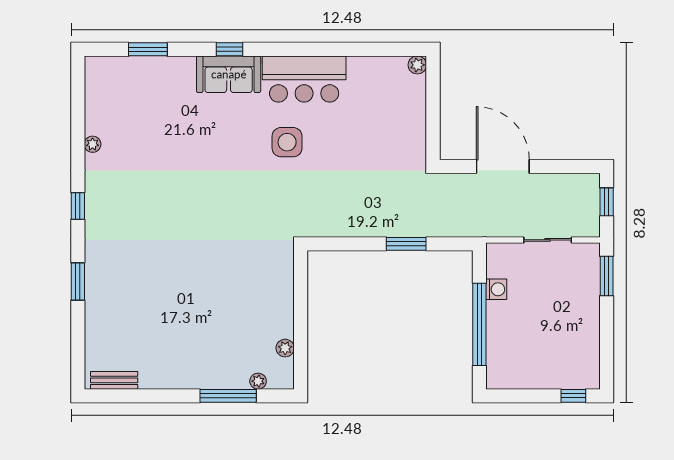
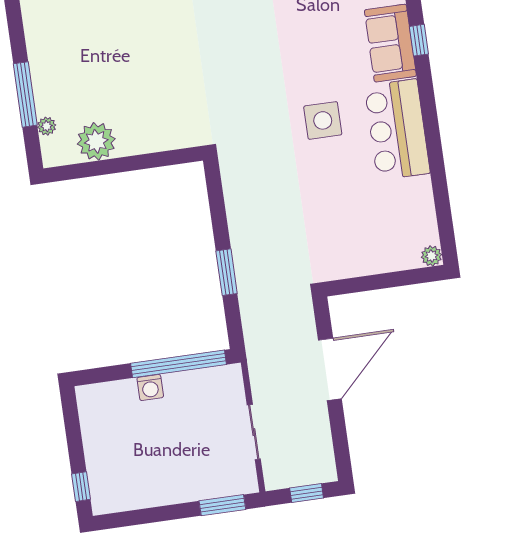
washing machine: (496, 289) -> (150, 387), moved
window: (479, 324) -> (178, 364), moved
plant: (285, 348) -> (96, 141), width x1.87, depth x1.87

